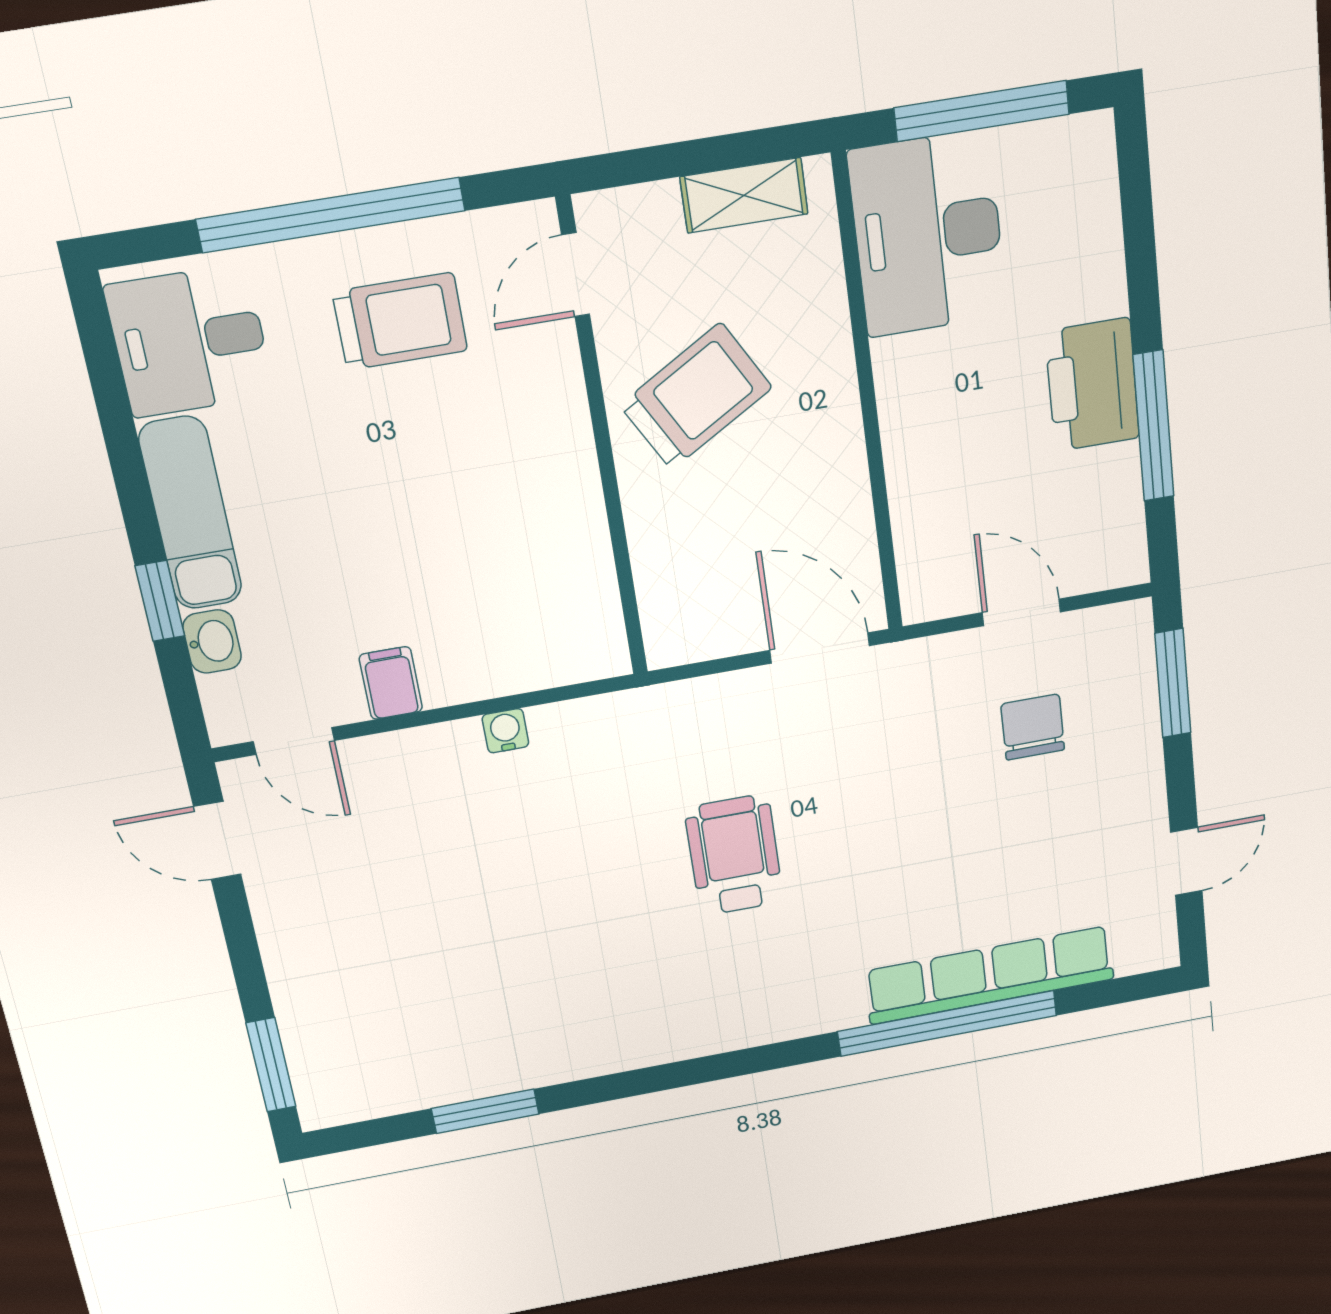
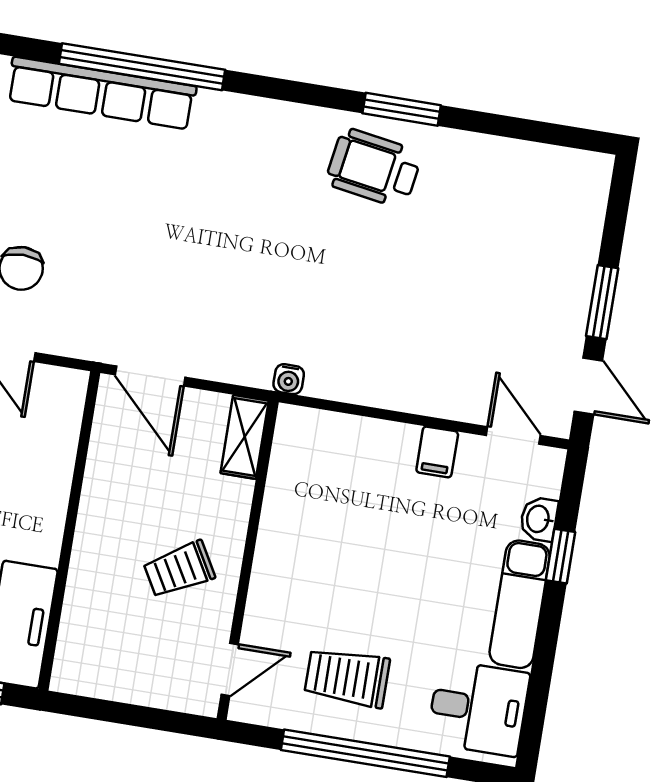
shelving: (744, 195) -> (245, 437), moved, turned 90
trolley: (696, 396) -> (179, 569), width x0.73, depth x0.72
water cooler: (505, 731) -> (289, 379), moved
wheelchair: (734, 855) -> (374, 168), moved, turned 99
window: (271, 1065) -> (602, 302), moved
window: (485, 1111) -> (402, 109), moved

